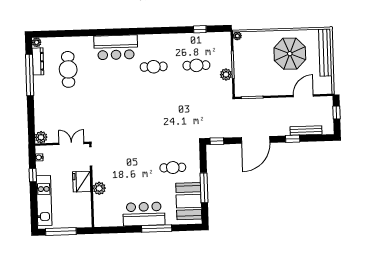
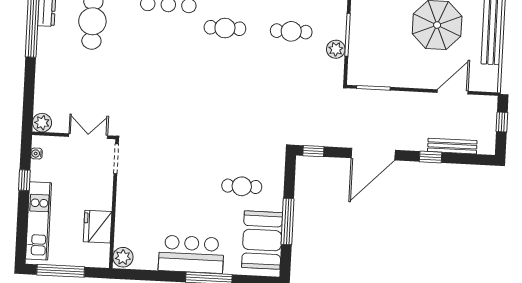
fridge: (82, 182) -> (98, 227), moved
plant: (99, 188) -> (123, 257), moved

